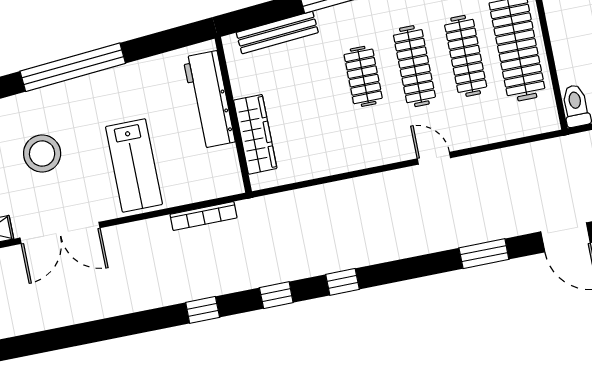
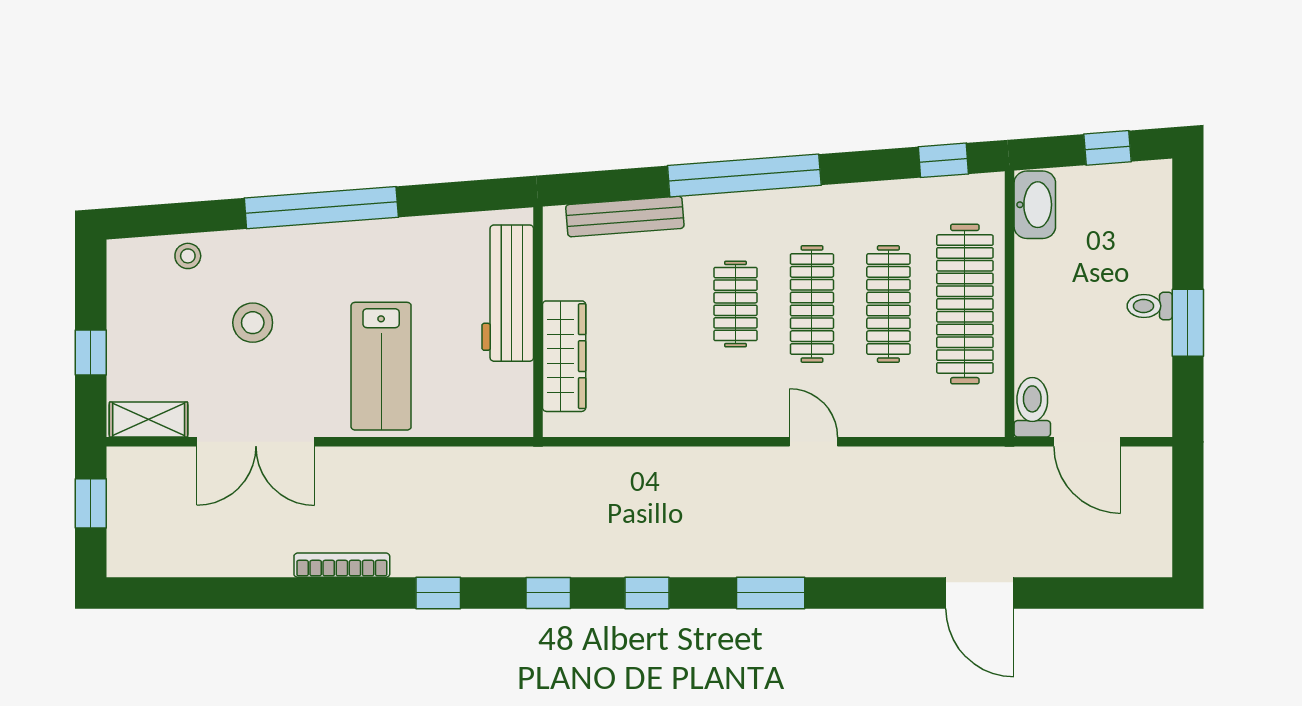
stool: (42, 154) -> (253, 323), width x0.73, depth x0.73
bookcase: (203, 216) -> (342, 565), moved, turned 180
window: (484, 254) -> (771, 593), moved

